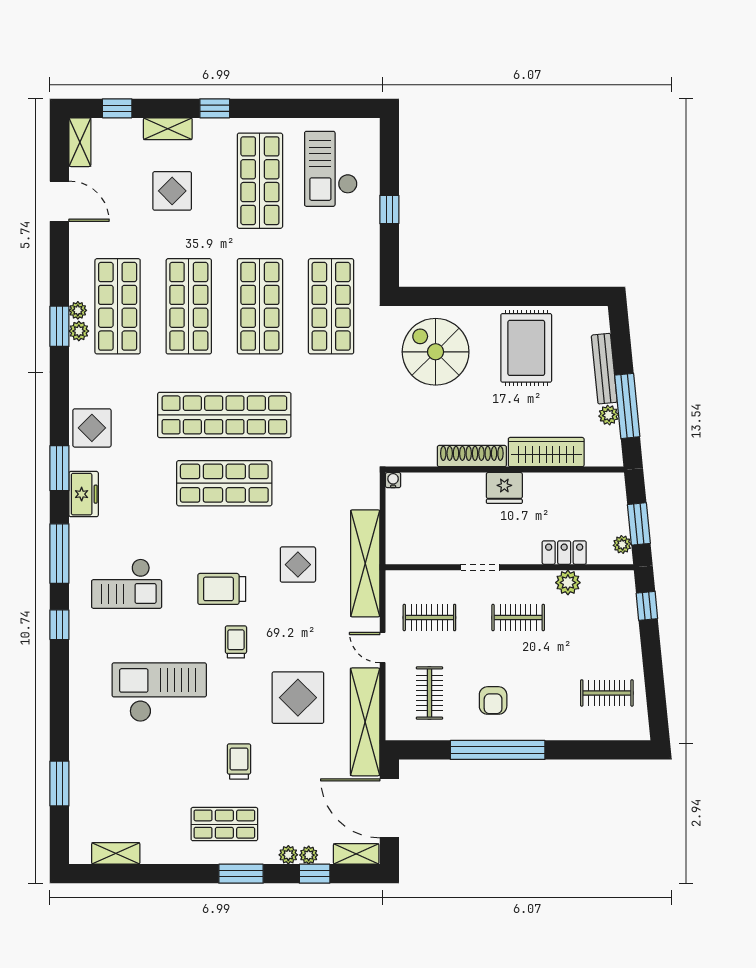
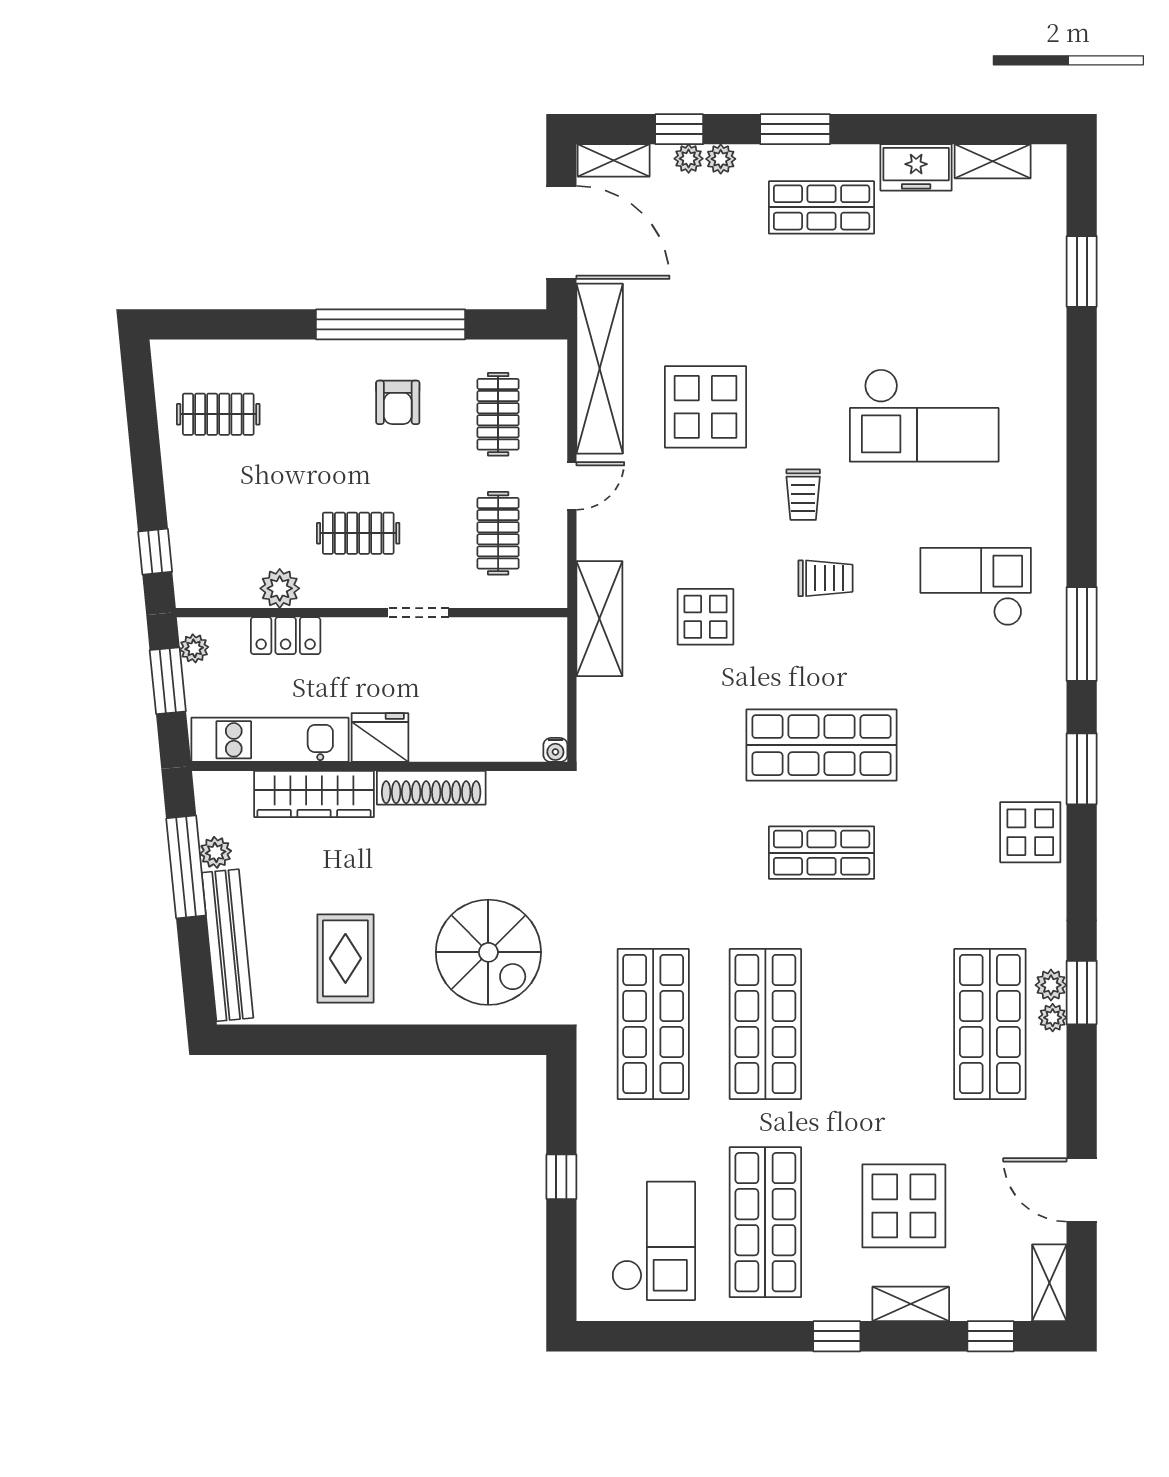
display table: (172, 191) -> (904, 1206), width x1.36, depth x1.36
shop shelf: (189, 306) -> (878, 1024), removed
rug: (526, 348) -> (345, 958), width x0.73, depth x0.70
bench: (604, 369) -> (228, 945), width x1.37, depth x1.21
shop shelf: (224, 415) -> (822, 853), width x0.50, depth x0.74
kitchen unit: (574, 487) -> (270, 740), added
freezer: (84, 494) -> (916, 167), moved, turned -90
shelving: (365, 563) -> (599, 619), width x0.68
trolley: (222, 589) -> (826, 578), width x0.73, depth x0.72
clothes rail: (429, 617) -> (498, 533), turned 90
window: (59, 625) -> (1082, 522), removed
door: (383, 648) -> (572, 486), hinge flipped
armchair: (493, 700) -> (398, 402), turned 180
trolley: (239, 761) -> (798, 306), removed

